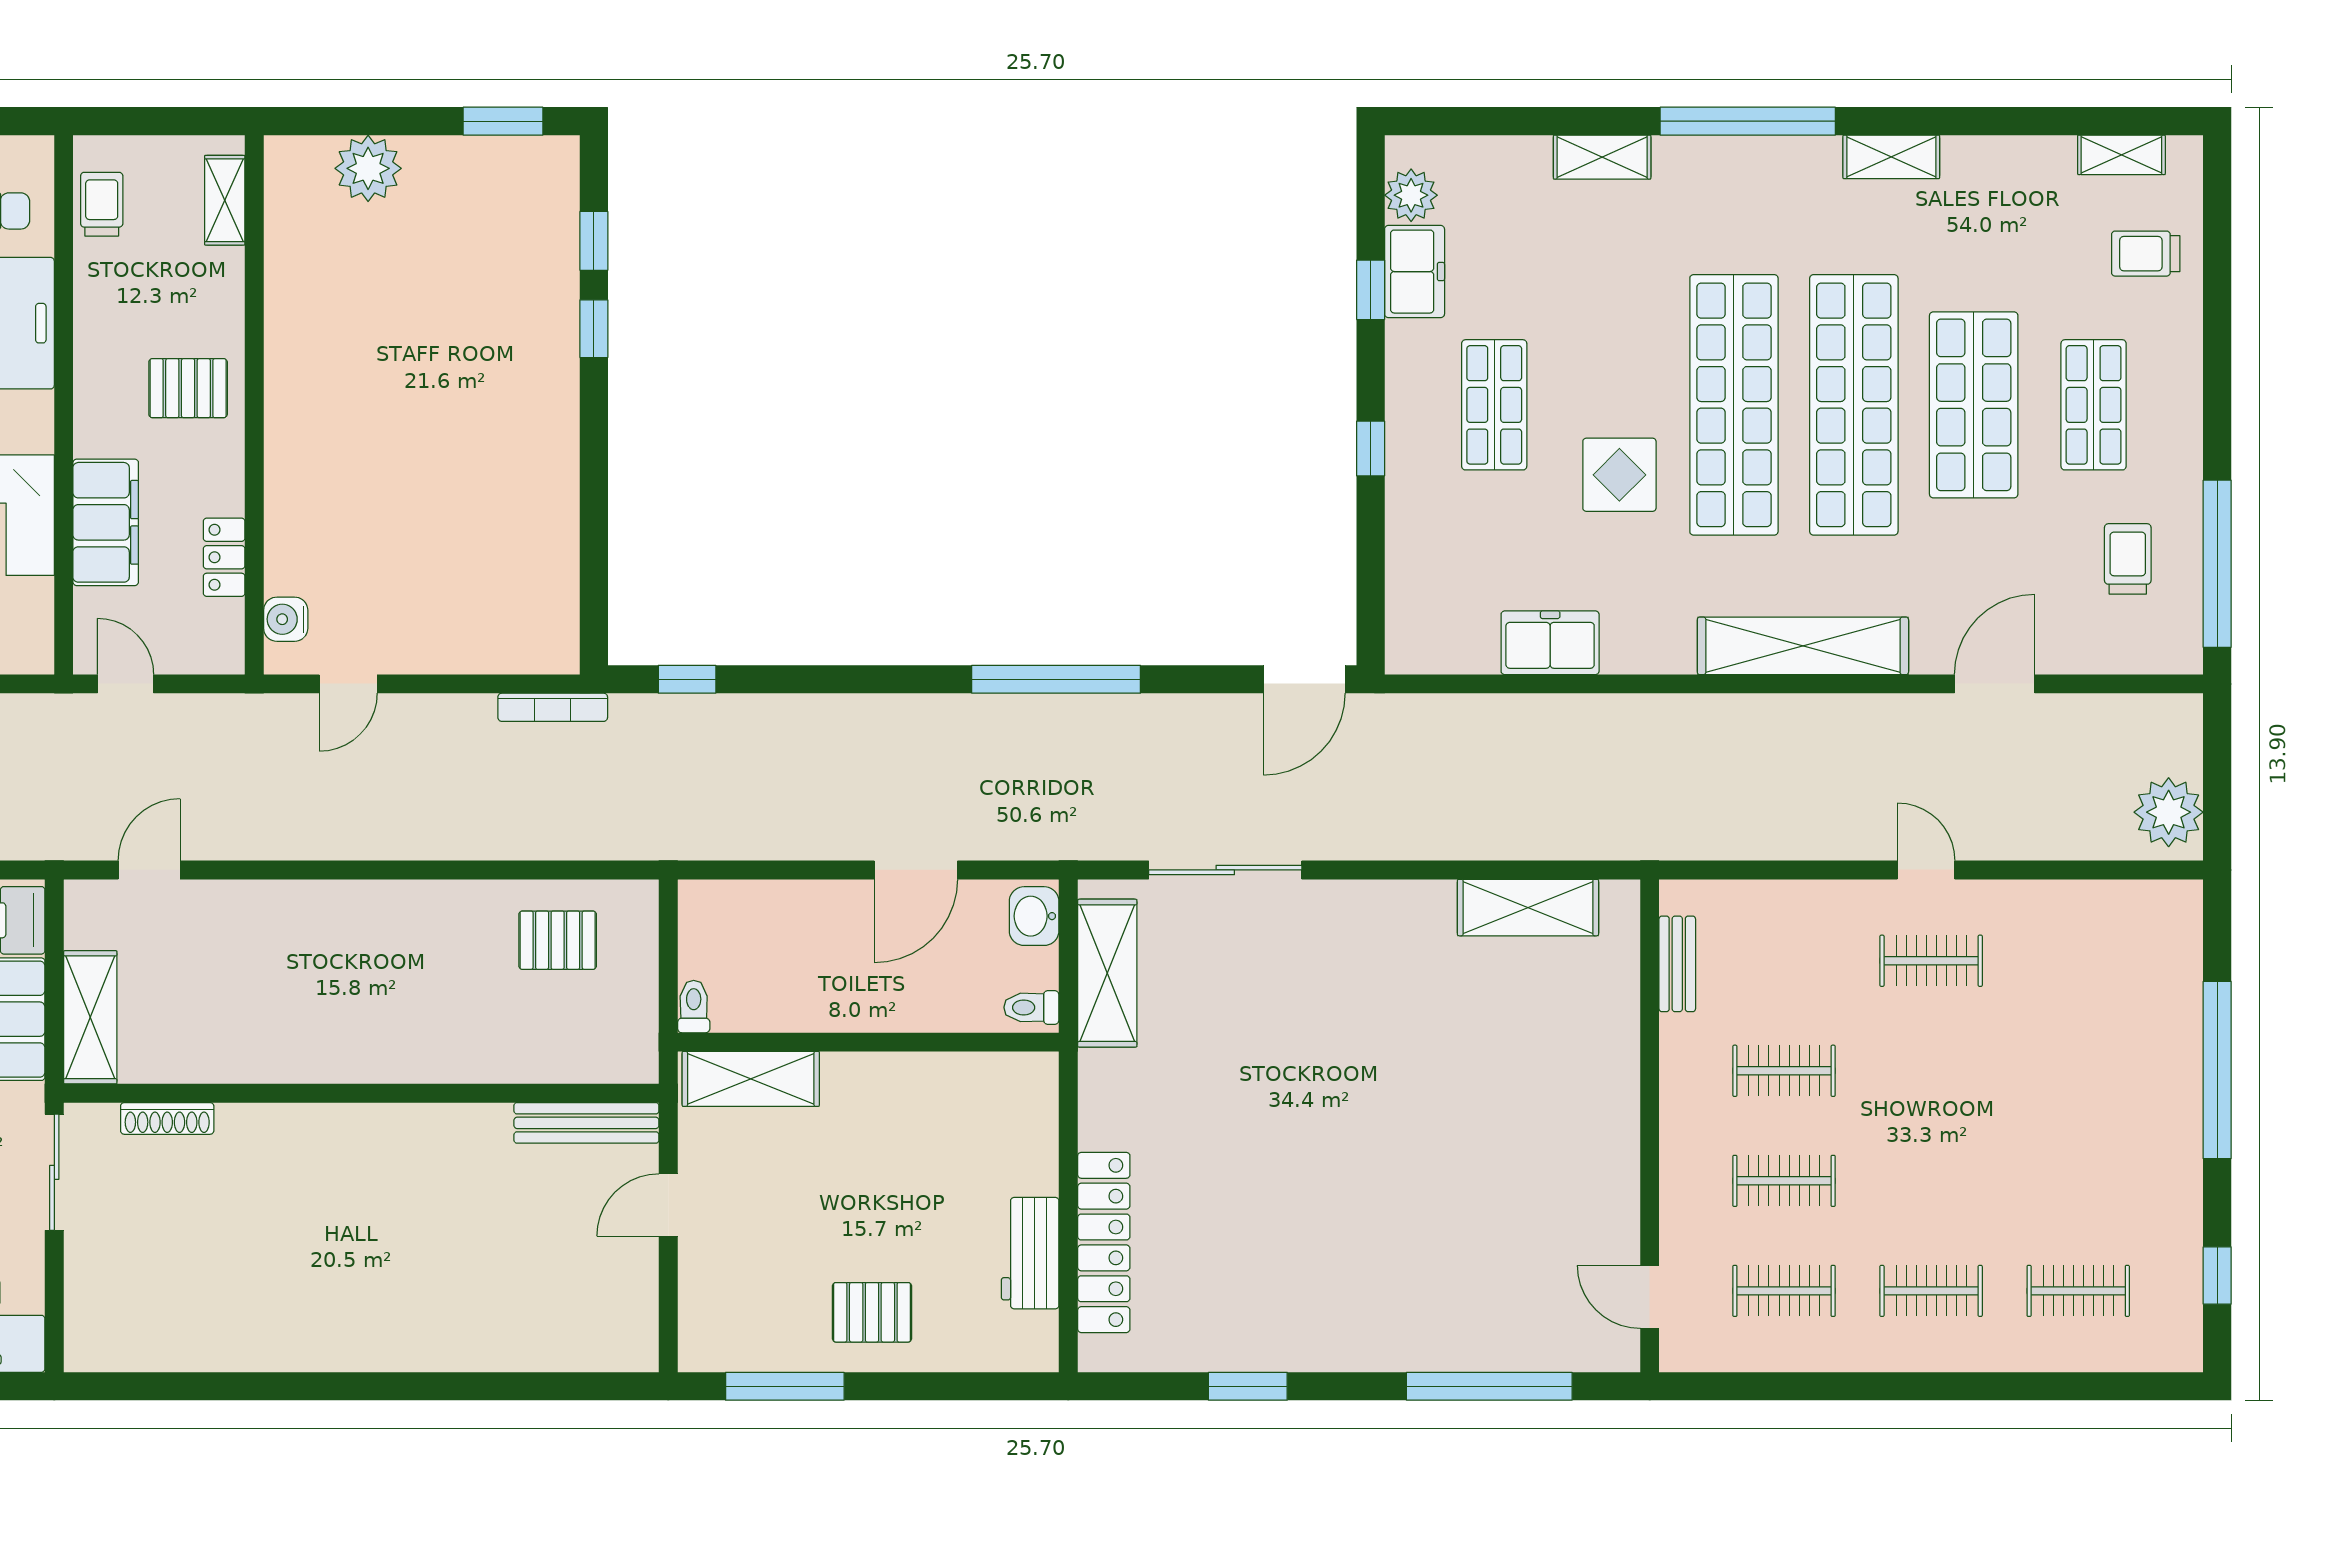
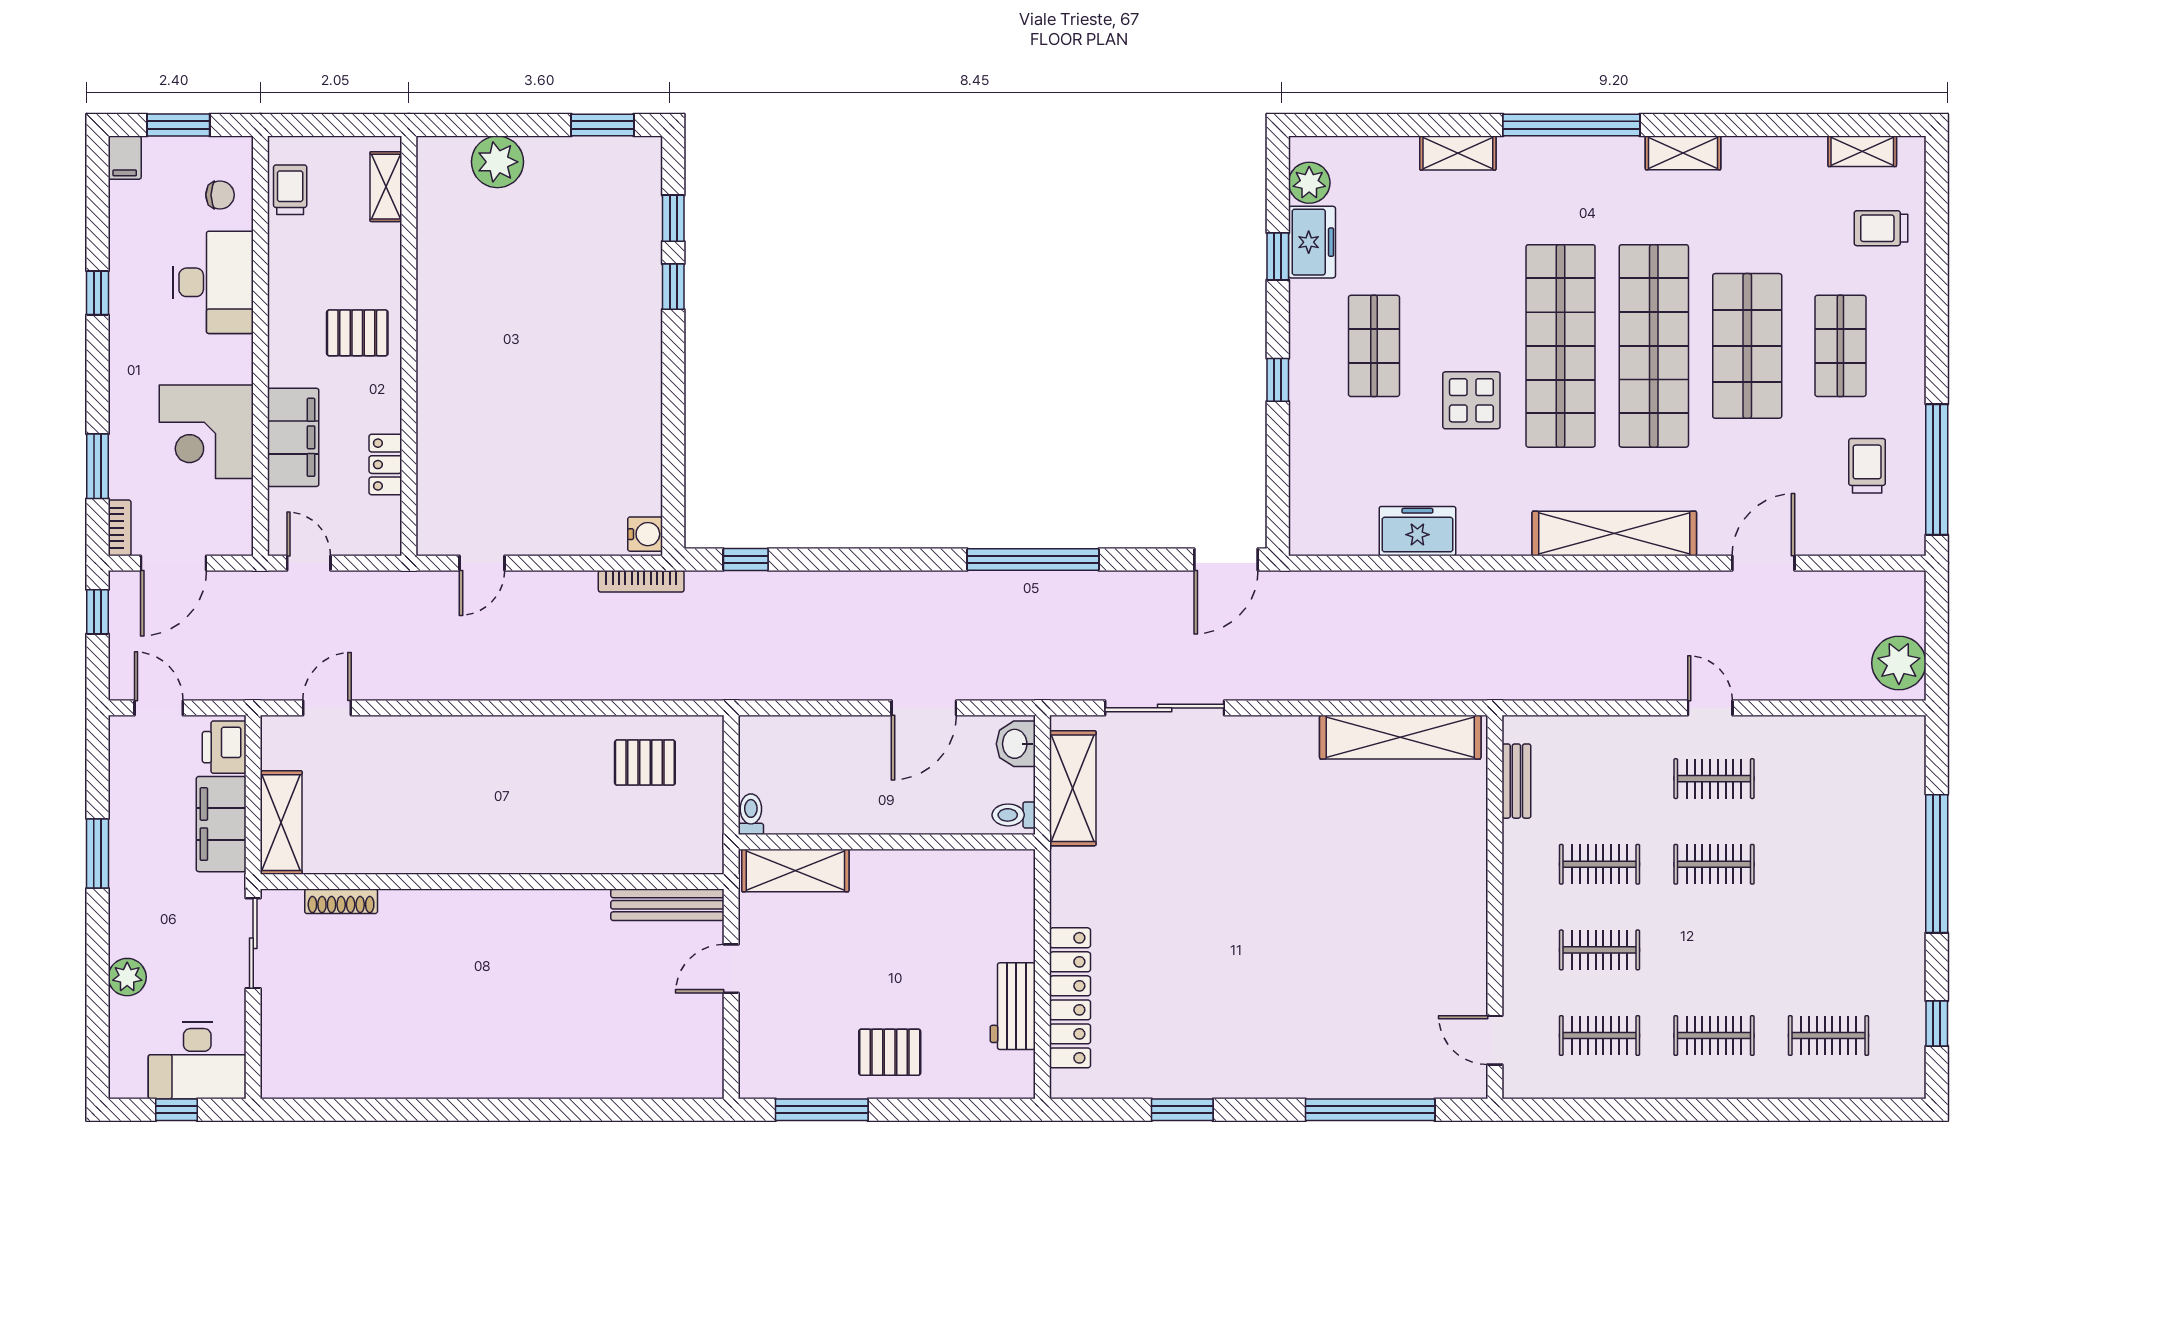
water cooler: (286, 619) -> (645, 534), moved, turned 180
shelving: (1528, 908) -> (1400, 737), width x1.47
clothes rail: (1931, 1071) -> (1714, 864), added

